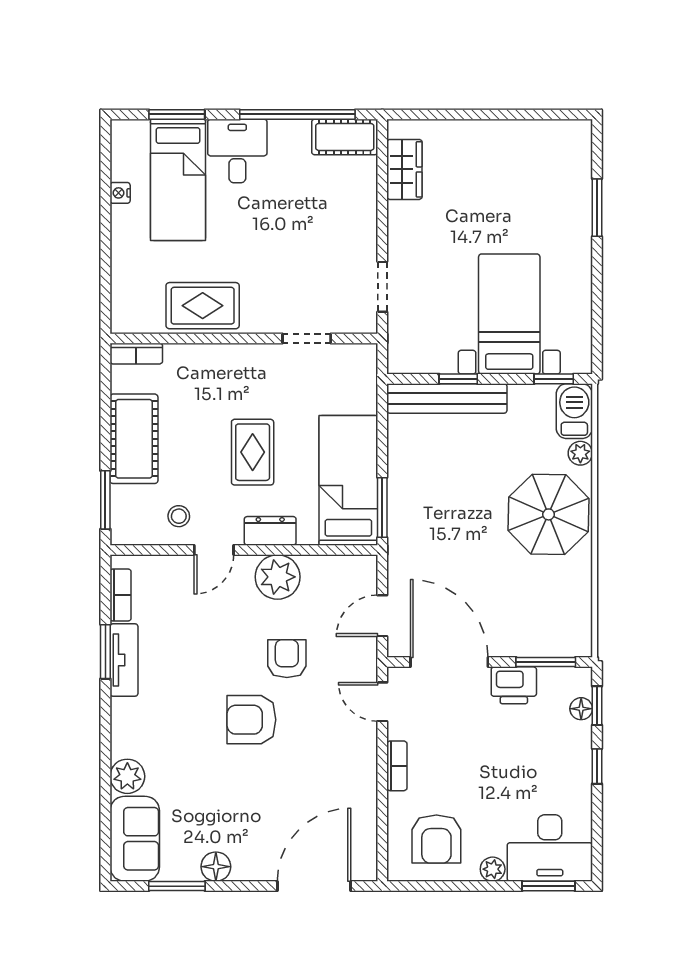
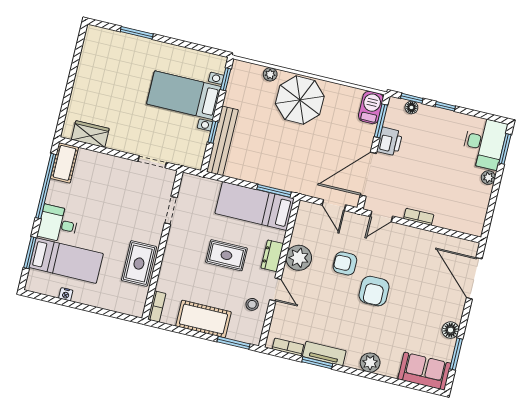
barbecue: (574, 411) -> (371, 107), moved, turned 90
plant: (127, 776) -> (370, 363), moved
armchair: (436, 839) -> (464, 205), removed

